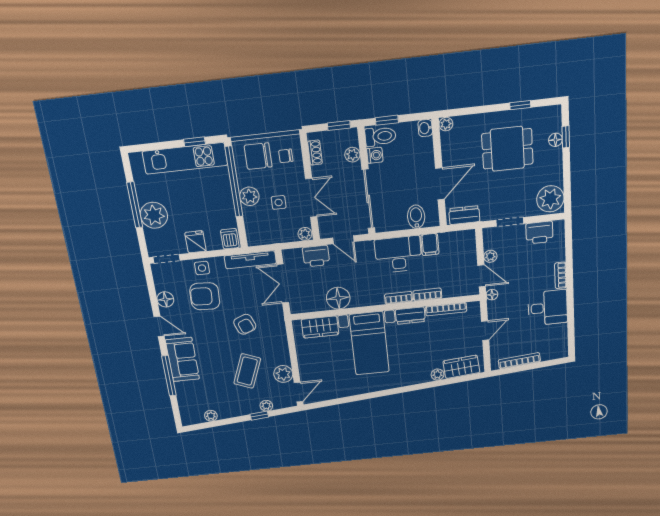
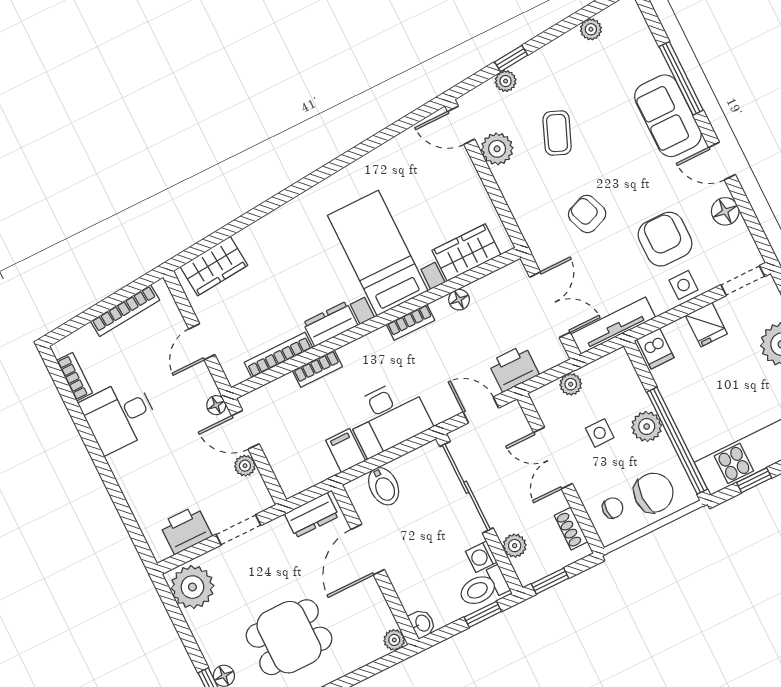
plant: (305, 234) -> (571, 384), moved
bookcase: (561, 275) -> (74, 377), moved
armchair: (205, 296) -> (665, 239), turned -93
floor lamp: (338, 298) -> (459, 300), width x0.53, depth x0.53
bookcase: (398, 298) -> (410, 322), moved
coffee table: (247, 371) -> (557, 133), width x0.73, depth x0.77
plant: (438, 375) -> (247, 239), removed
door: (299, 392) -> (461, 125), hinge flipped

